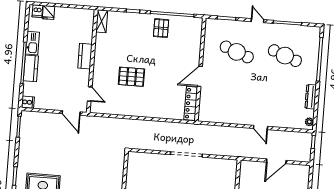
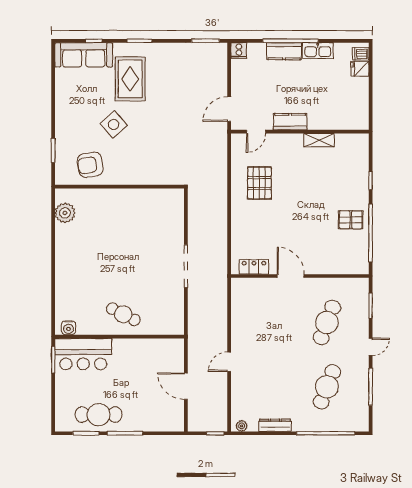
shelving: (102, 21) -> (319, 140), moved
kitchen counter: (85, 56) -> (290, 122), moved
pallet: (131, 77) -> (259, 183), moved
locker: (191, 103) -> (254, 267), width x0.66

